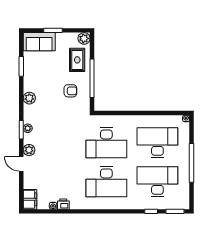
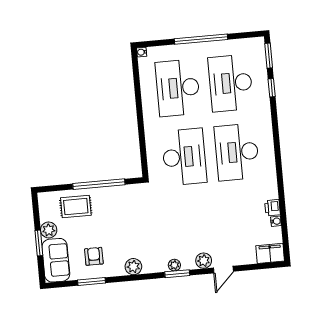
plant: (84, 38) -> (49, 230), moved
armchair: (70, 91) -> (94, 256), moved
desk: (106, 182) -> (237, 152), turned 180

